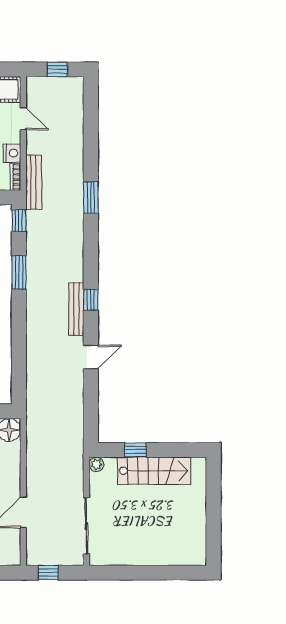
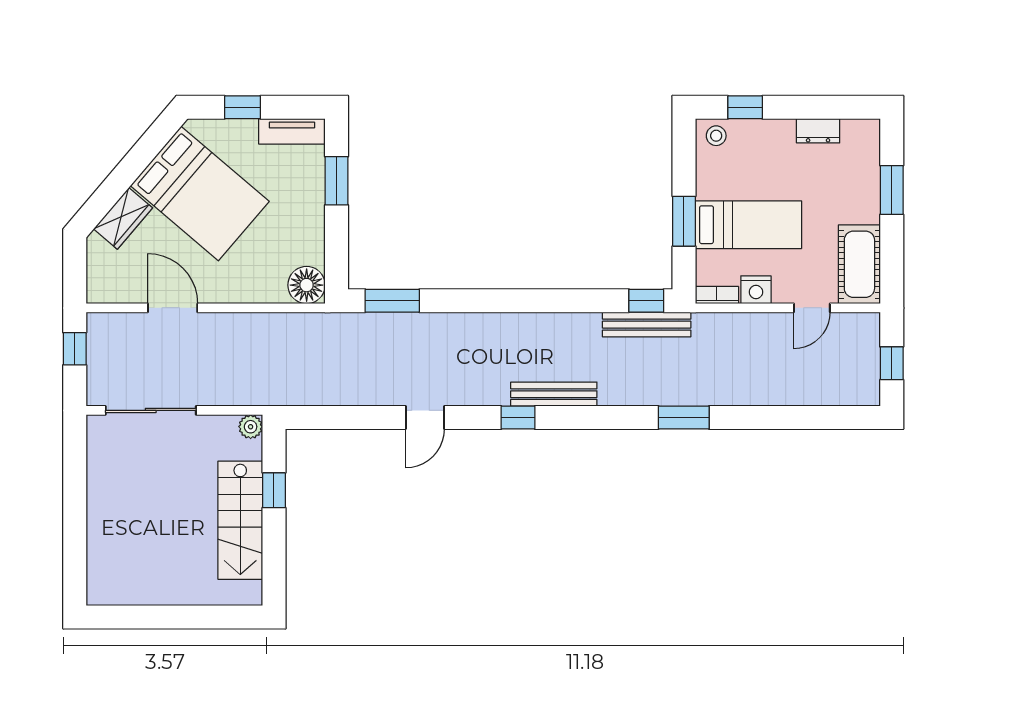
bench: (34, 182) -> (647, 325), moved
window: (19, 272) -> (392, 301), moved
bench: (76, 309) -> (554, 394), moved
door: (91, 357) -> (425, 418), hinge flipped

